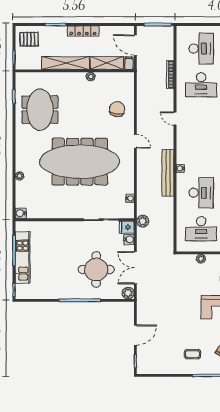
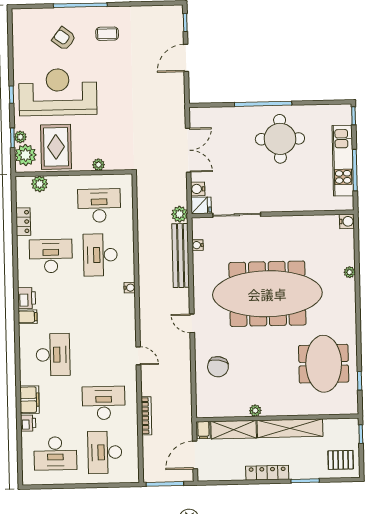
door: (135, 45) -> (195, 455), swing flipped
bench: (168, 173) -> (181, 256), moved
round table: (96, 269) -> (280, 139), moved
plant: (128, 293) -> (197, 115), removed

